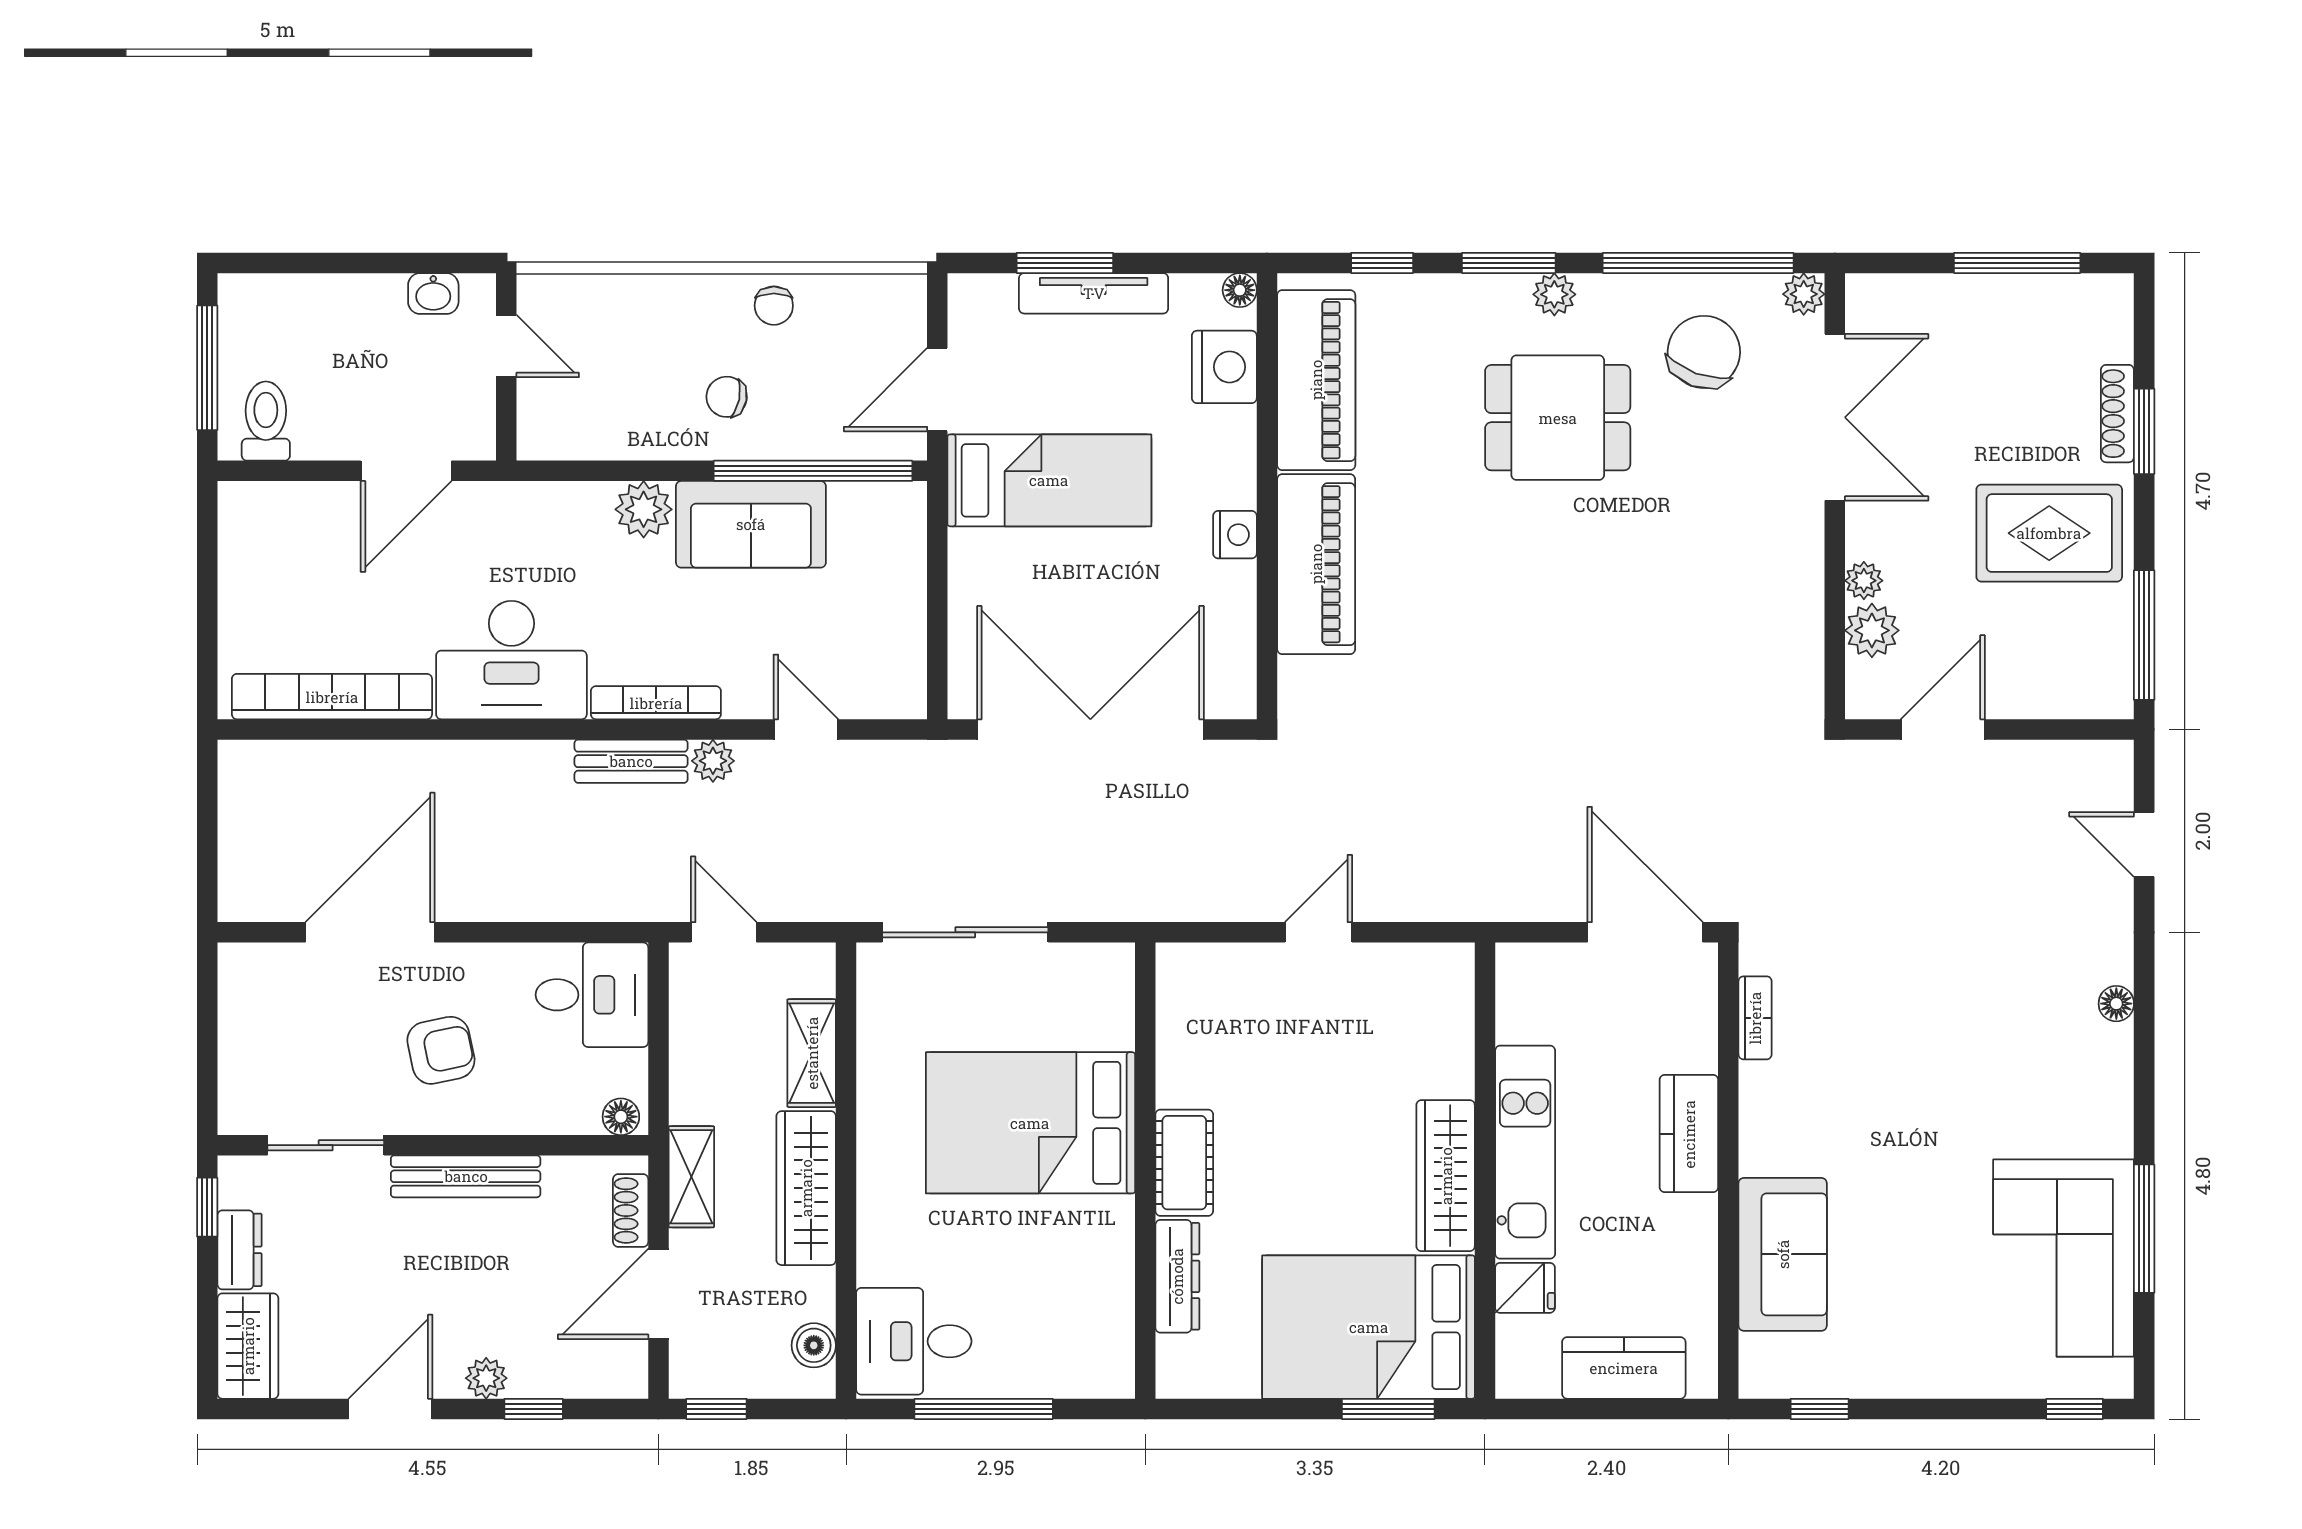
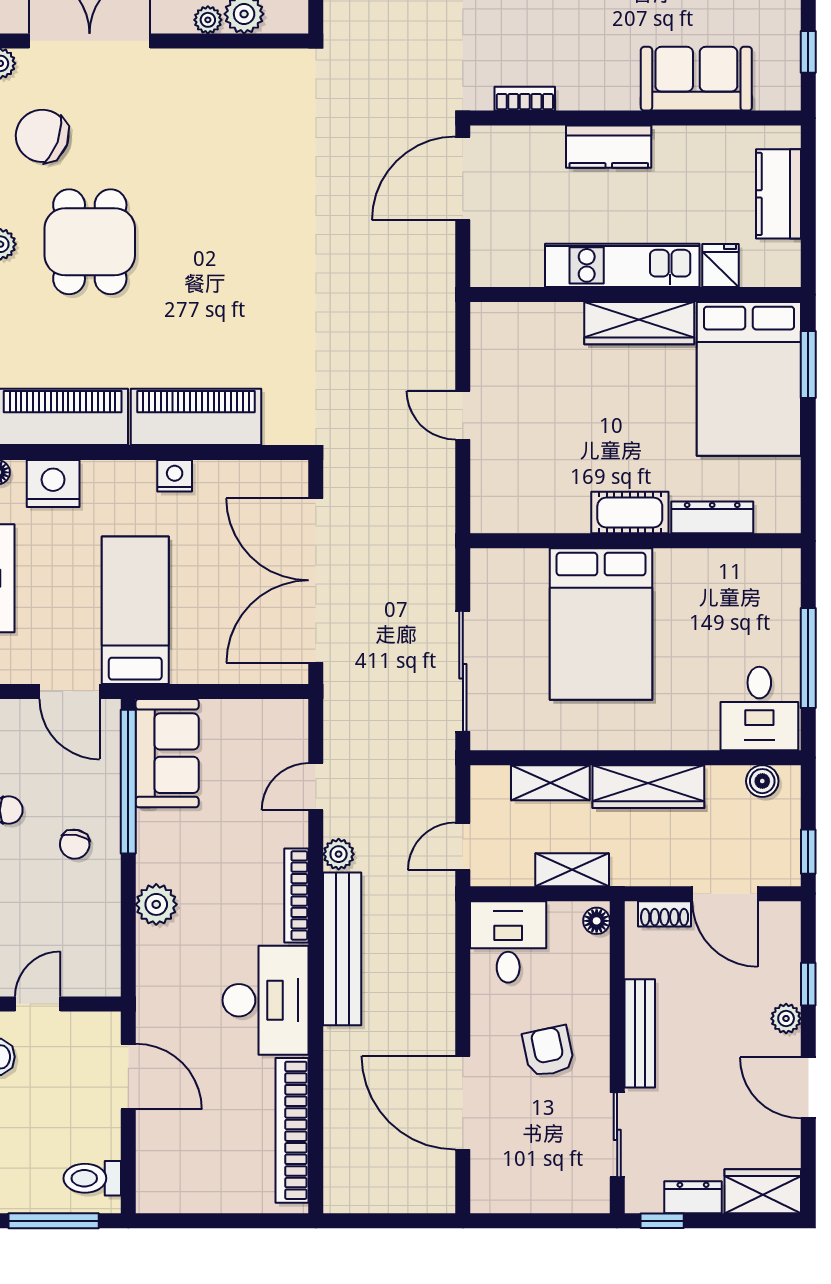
sofa: (751, 524) -> (167, 753), moved
bench: (631, 761) -> (342, 949), width x1.86, depth x1.21
shelving: (691, 1177) -> (572, 870), moved

